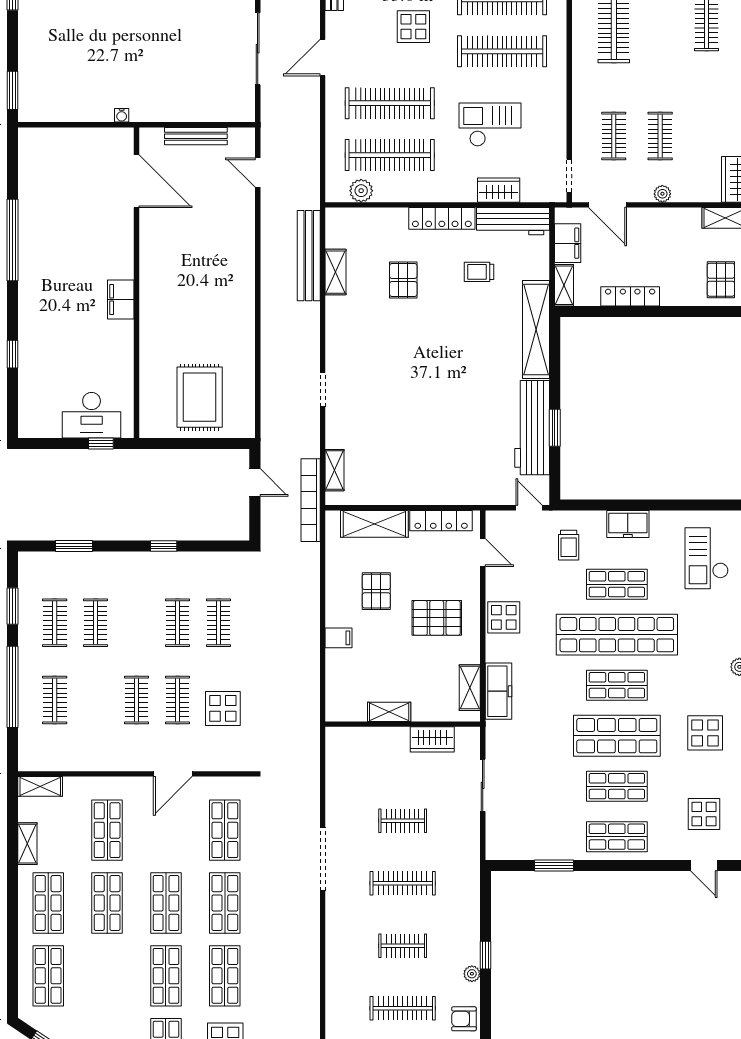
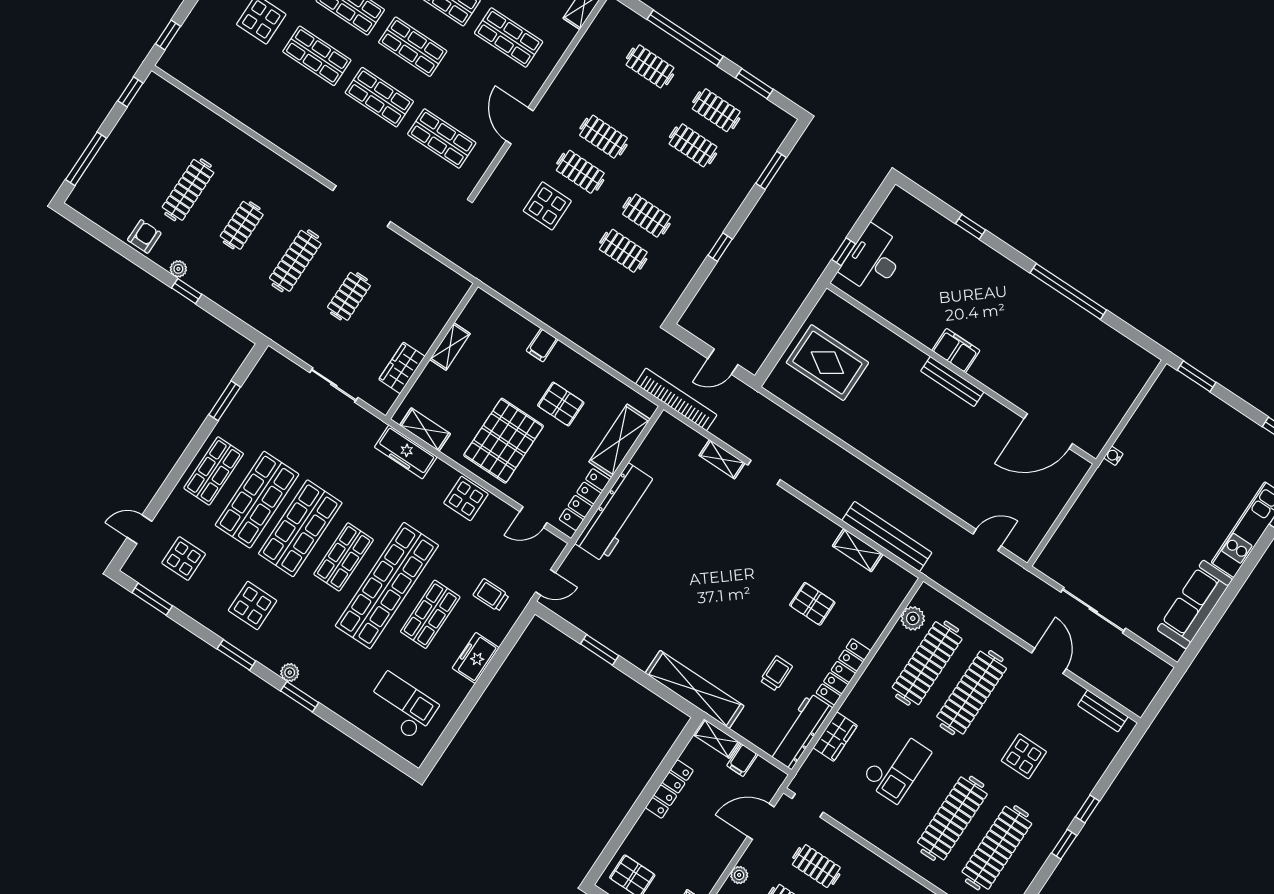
bench: (196, 136) -> (952, 381), moved, turned 90
filing cabinet: (568, 243) -> (742, 760), width x0.50
workbench: (532, 428) -> (616, 513), moved, turned 90
shelving: (335, 470) -> (722, 459), moved
pallet: (437, 618) -> (504, 441), width x1.37, depth x1.41
shop shelf: (617, 786) -> (257, 500), width x1.43, depth x1.36

